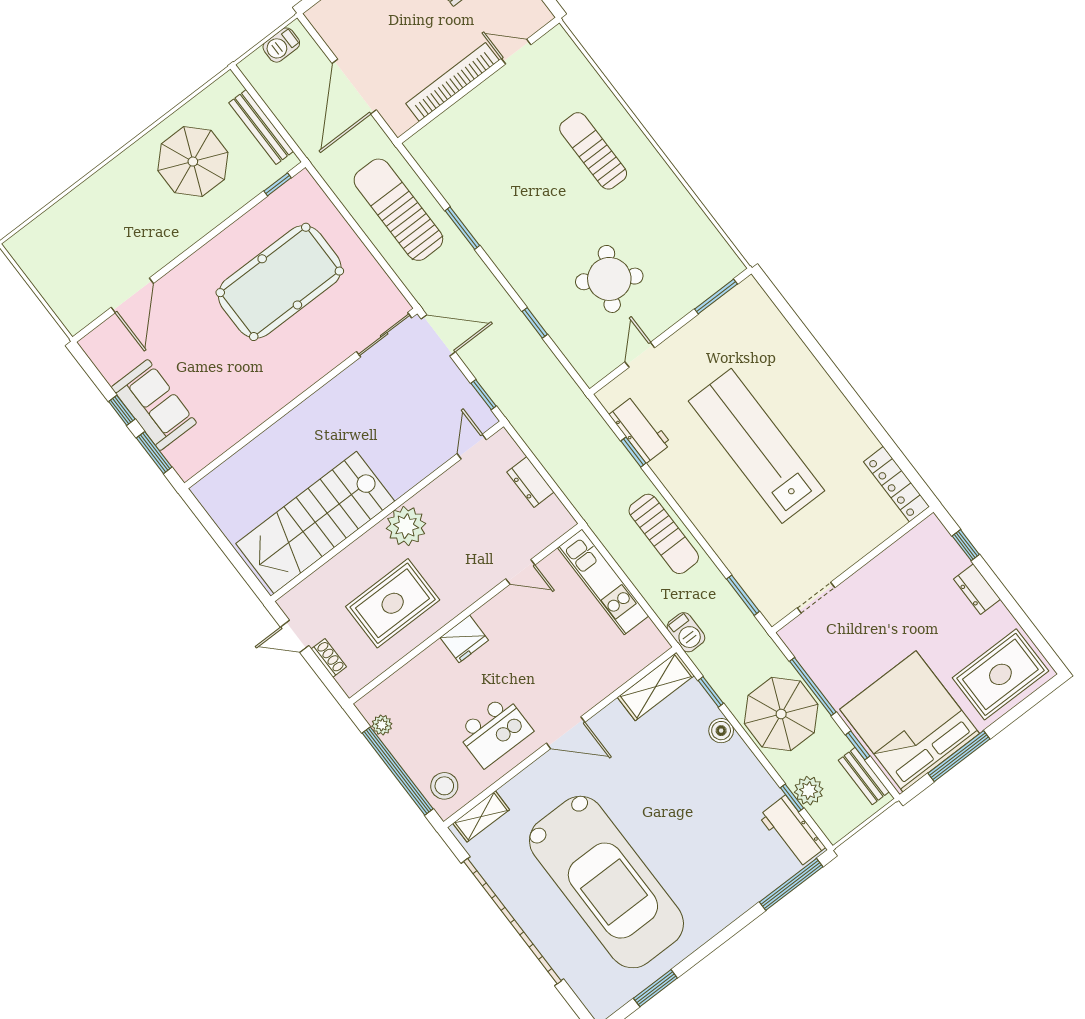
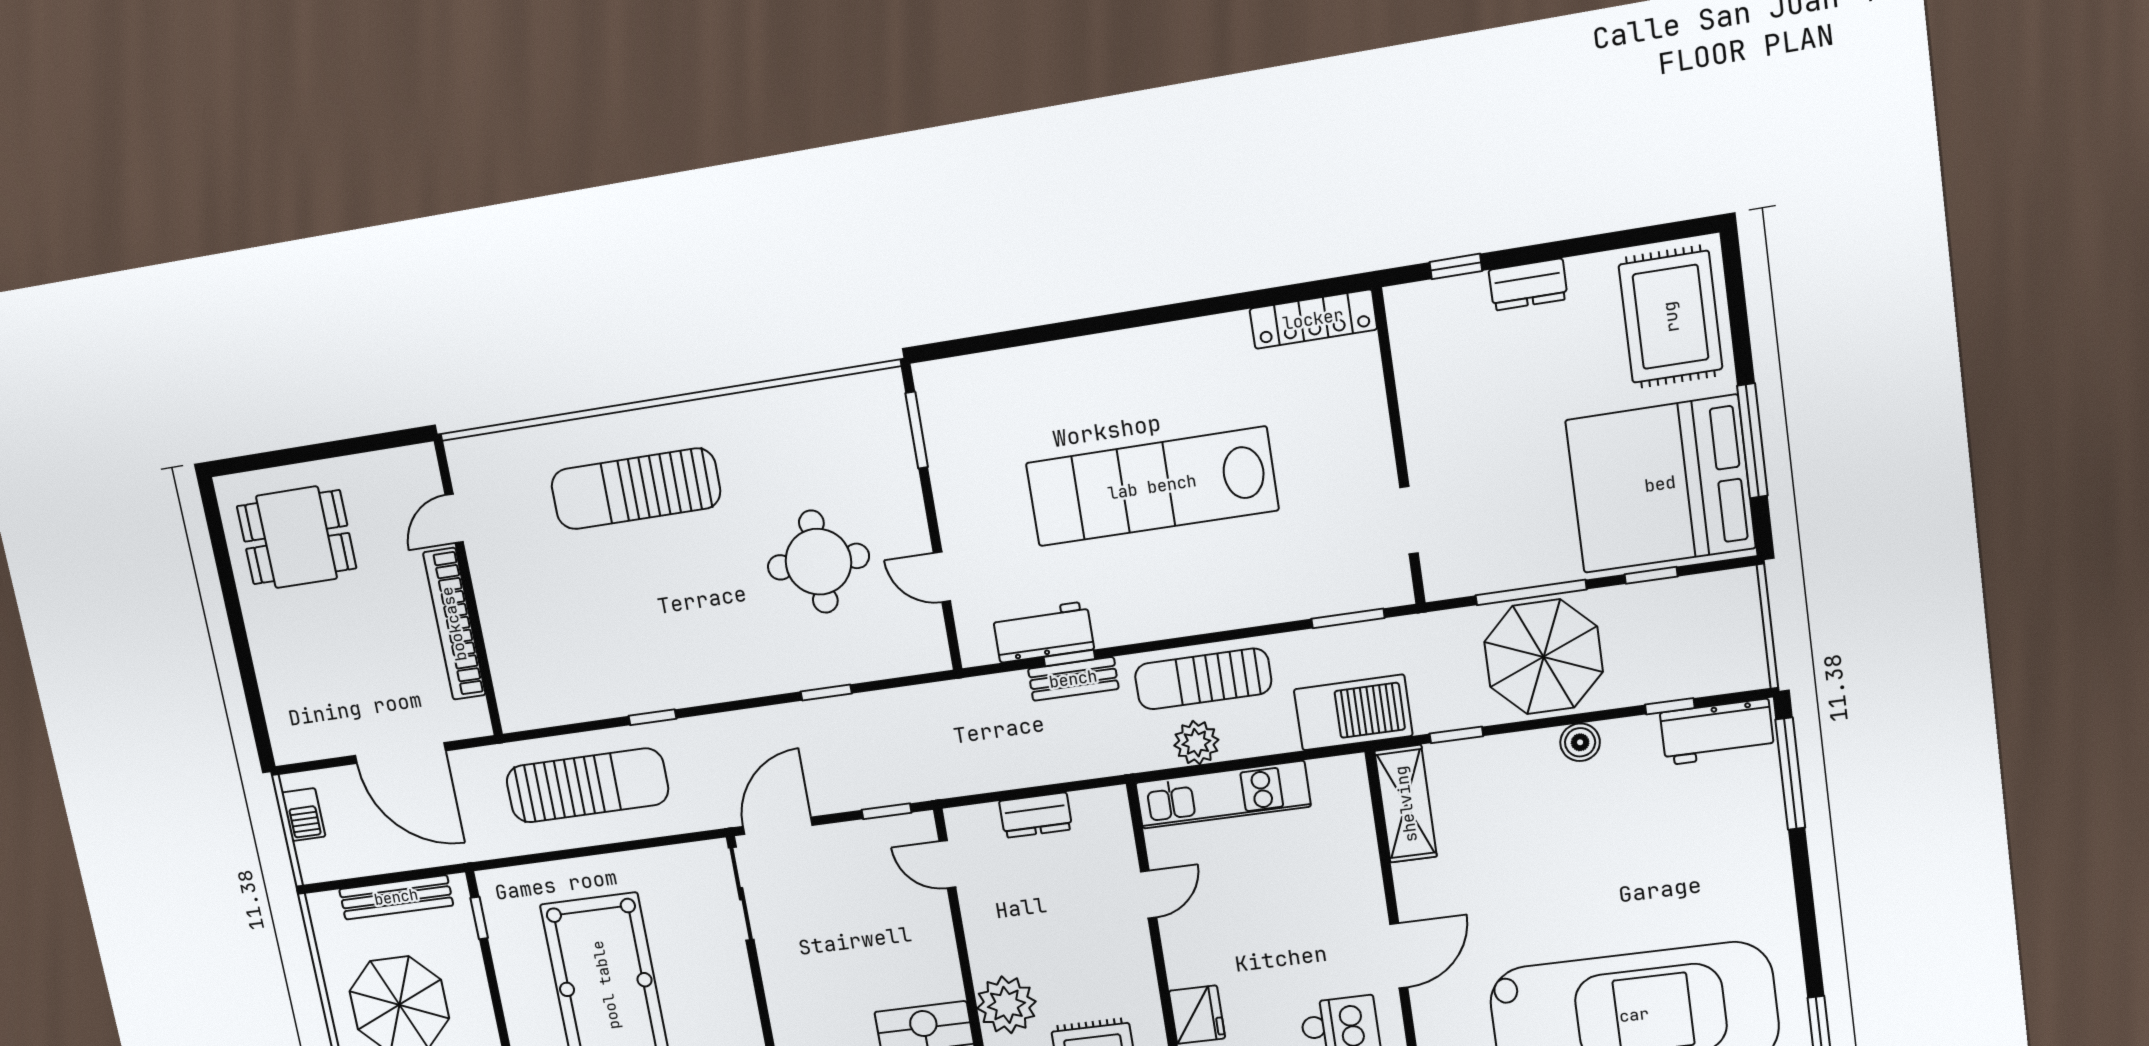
sun lounger: (593, 151) -> (636, 489), width x1.36, depth x1.34
sun lounger: (398, 210) -> (587, 785), turned 180
window: (462, 228) -> (652, 717), width x0.67
round table: (609, 279) -> (818, 562), turned -31
sun lounger: (664, 534) -> (1203, 679), turned 180
barbecue: (686, 632) -> (1353, 712), width x1.88, depth x1.53
boiler: (721, 731) -> (1580, 742), moved
bench: (864, 776) -> (1073, 679), moved
plant: (809, 791) -> (1196, 743), moved

